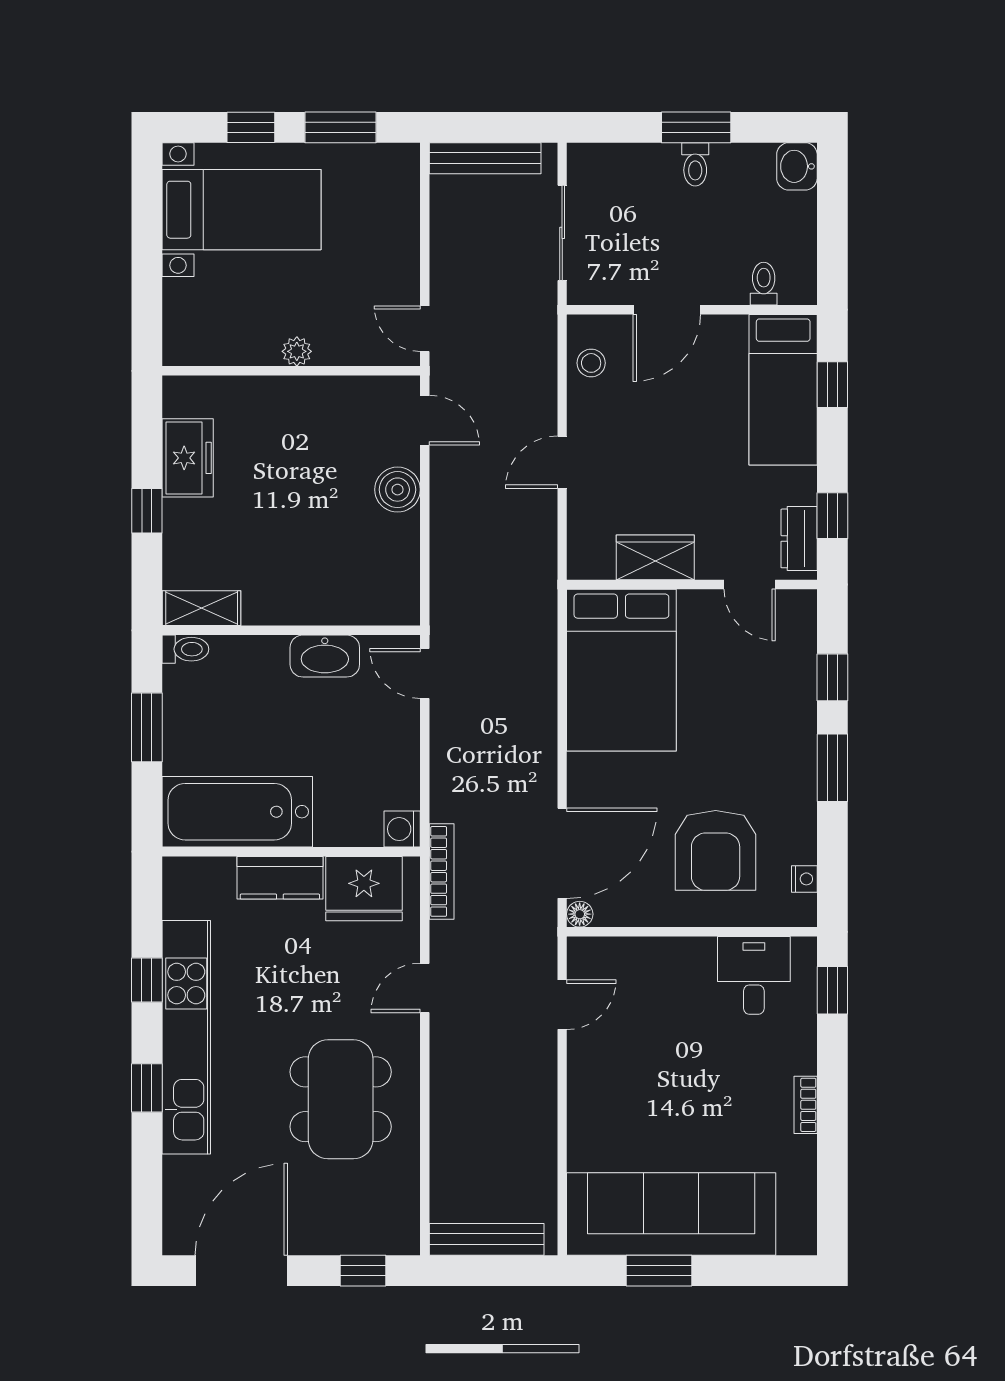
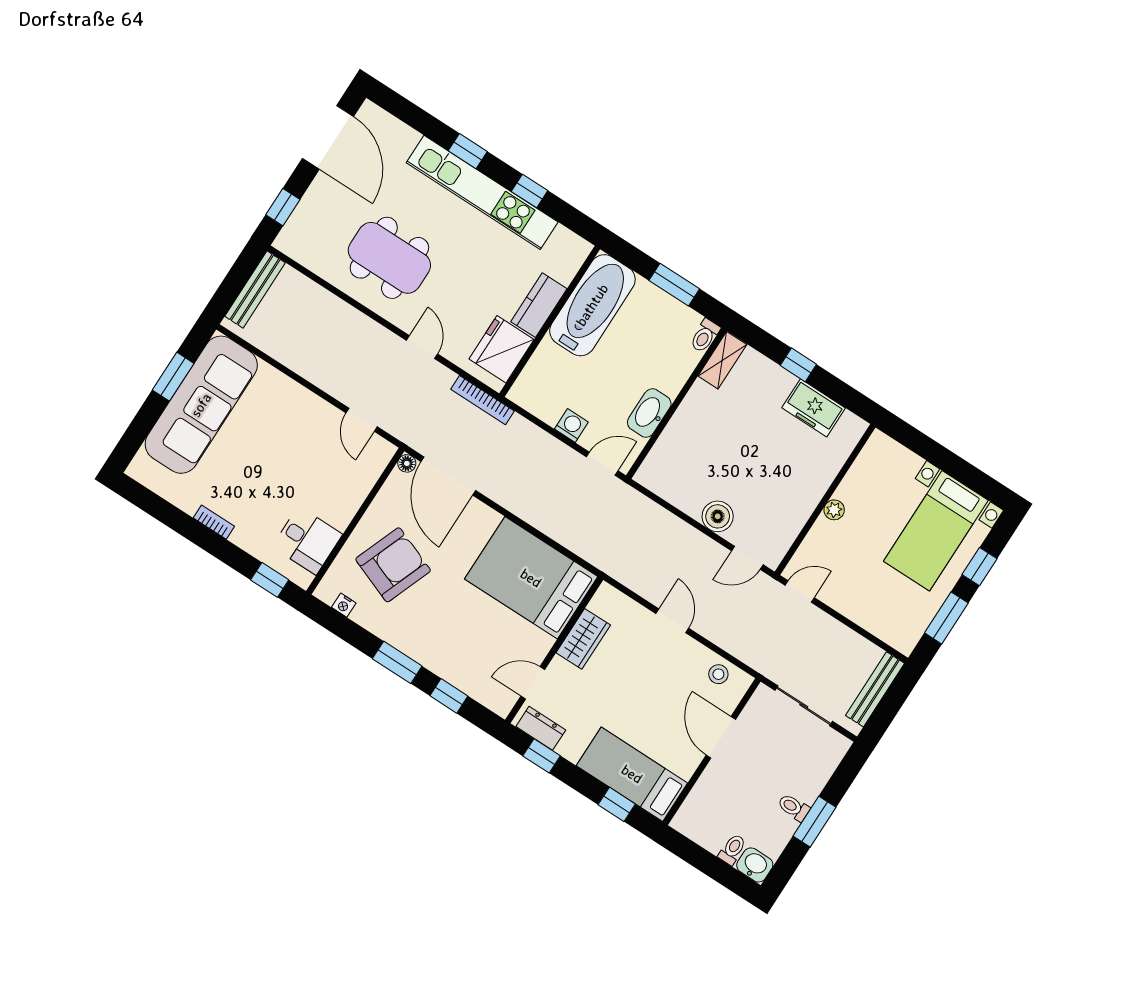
toilet: (764, 284) -> (732, 849), moved, turned -90
washing machine: (402, 829) -> (571, 425), moved
armchair: (716, 850) -> (393, 565), turned 111

